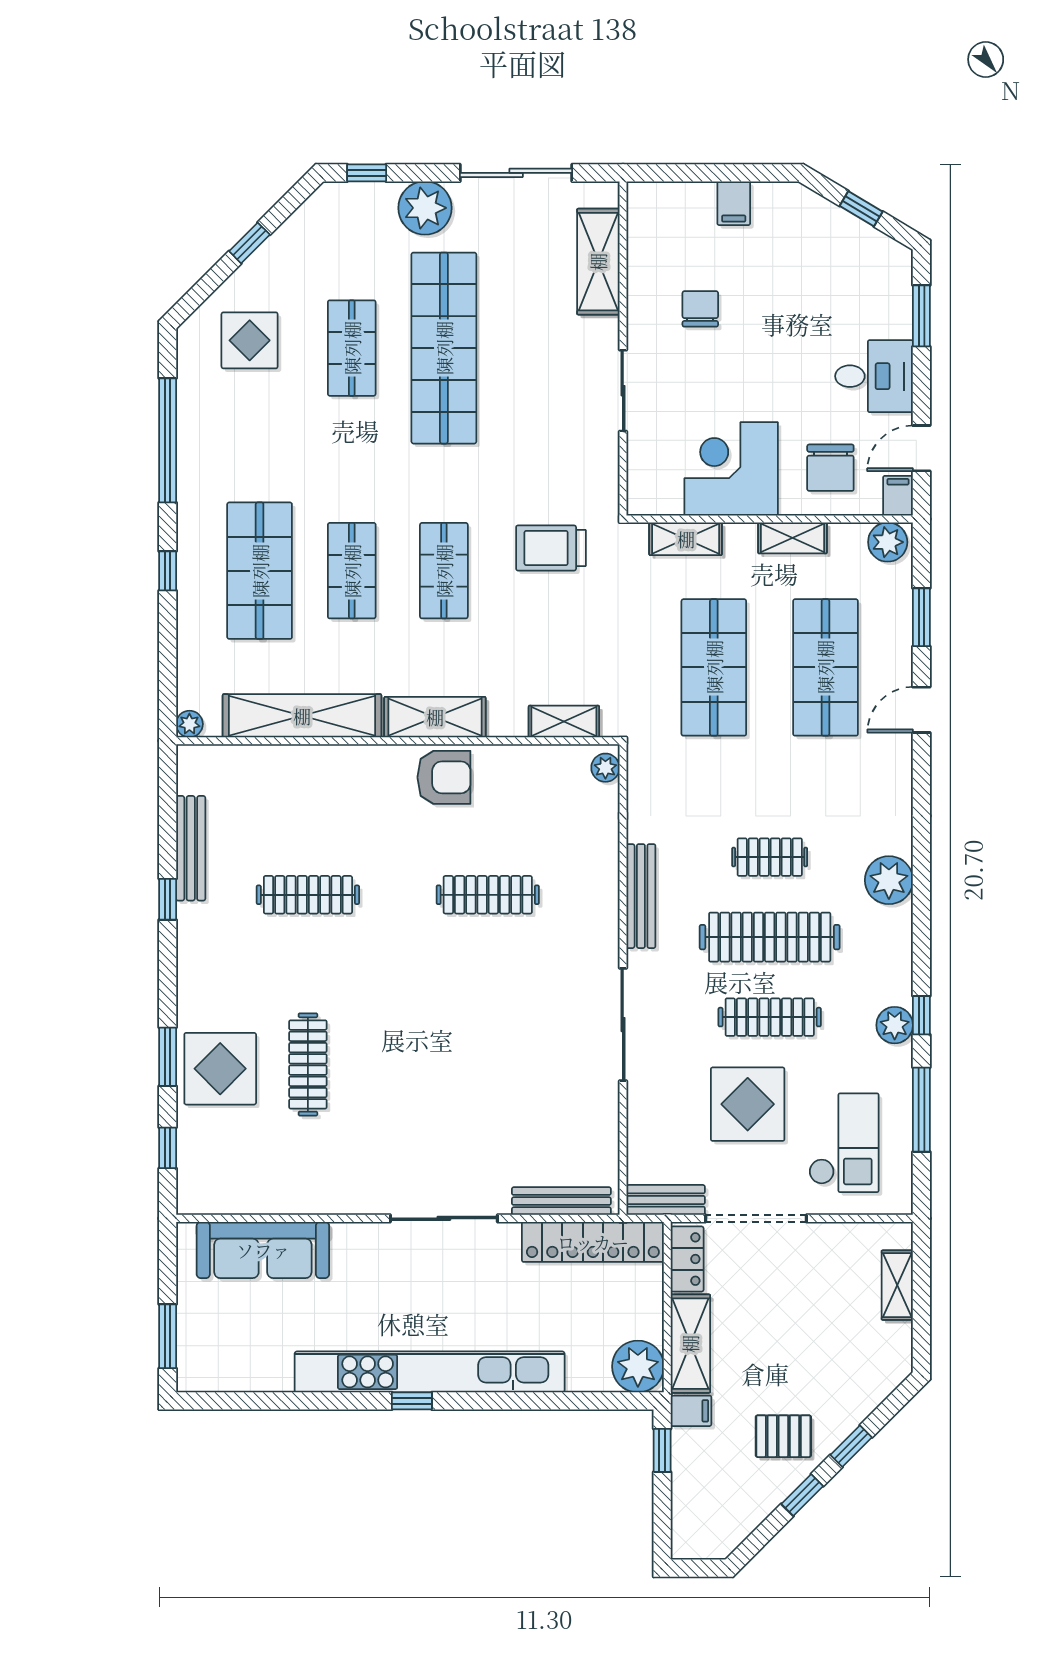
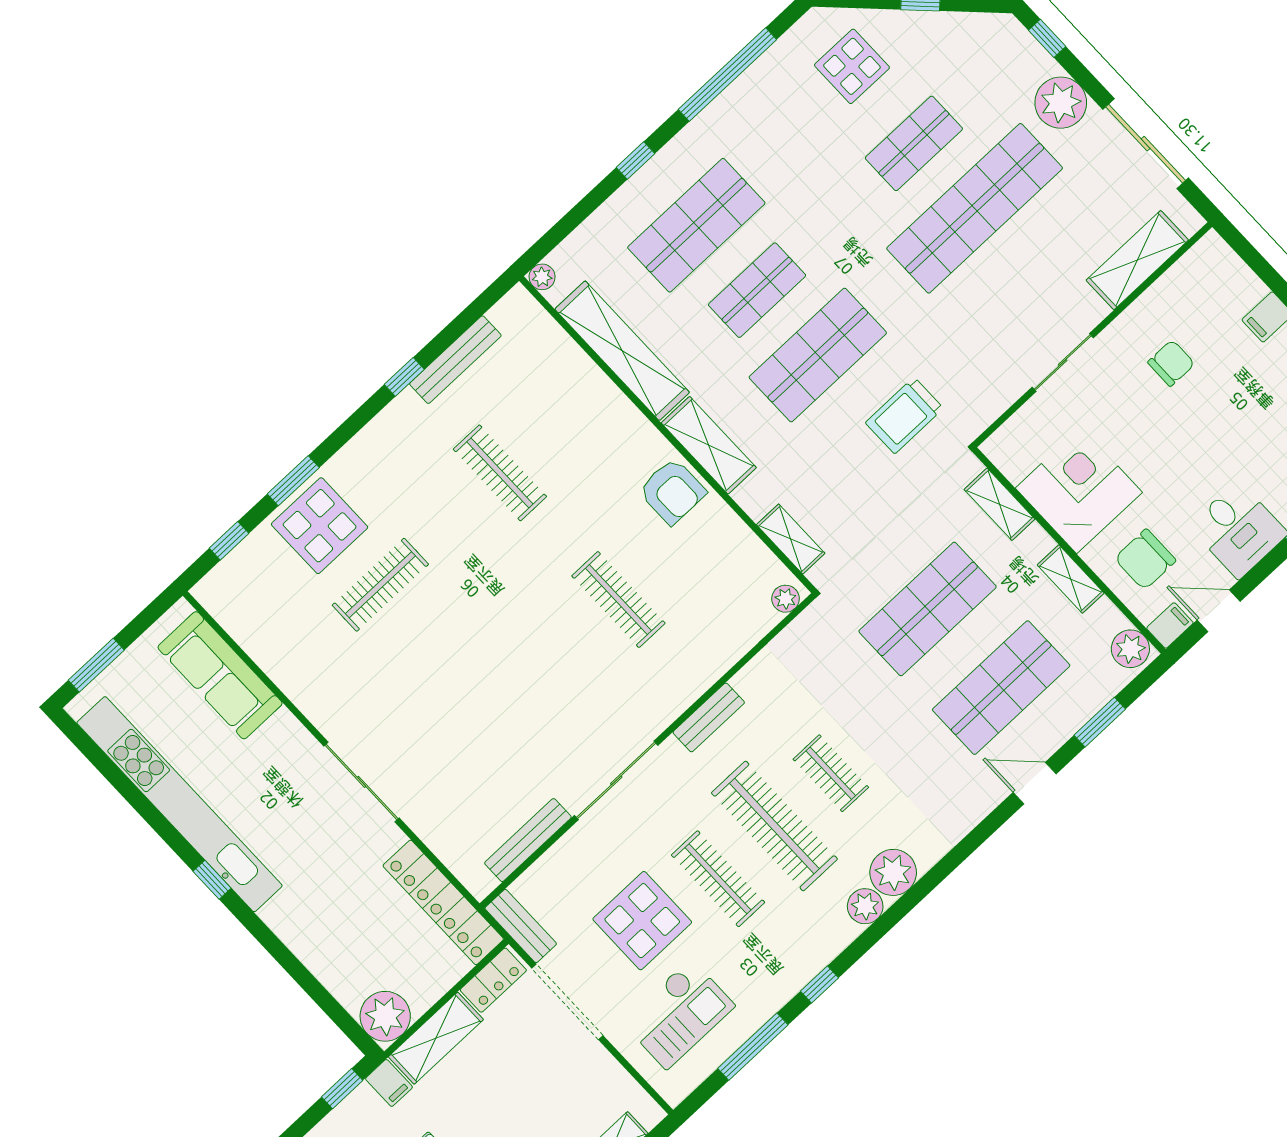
trolley: (551, 548) -> (904, 415), turned -90
shop shelf: (444, 571) -> (818, 355), width x1.43, depth x1.36
bench: (641, 896) -> (709, 717), width x0.73
plant: (895, 1025) -> (865, 906), moved
bench: (561, 1201) -> (528, 840), moved, turned 90
kitchen unit: (430, 1372) -> (180, 804), moved

